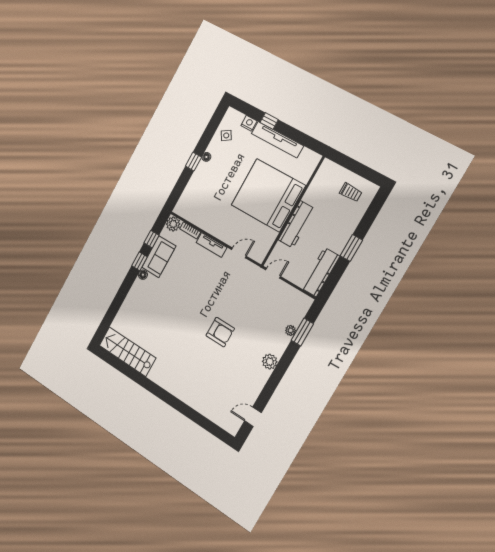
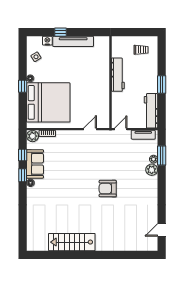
bed: (268, 195) -> (48, 102), moved, turned 180
workbench: (296, 224) -> (118, 75), moved
tv unit: (211, 245) -> (143, 135), moved
armchair: (220, 332) -> (108, 189), turned 180
stairs: (127, 352) -> (72, 242), moved
plant: (270, 362) -> (152, 170), moved

